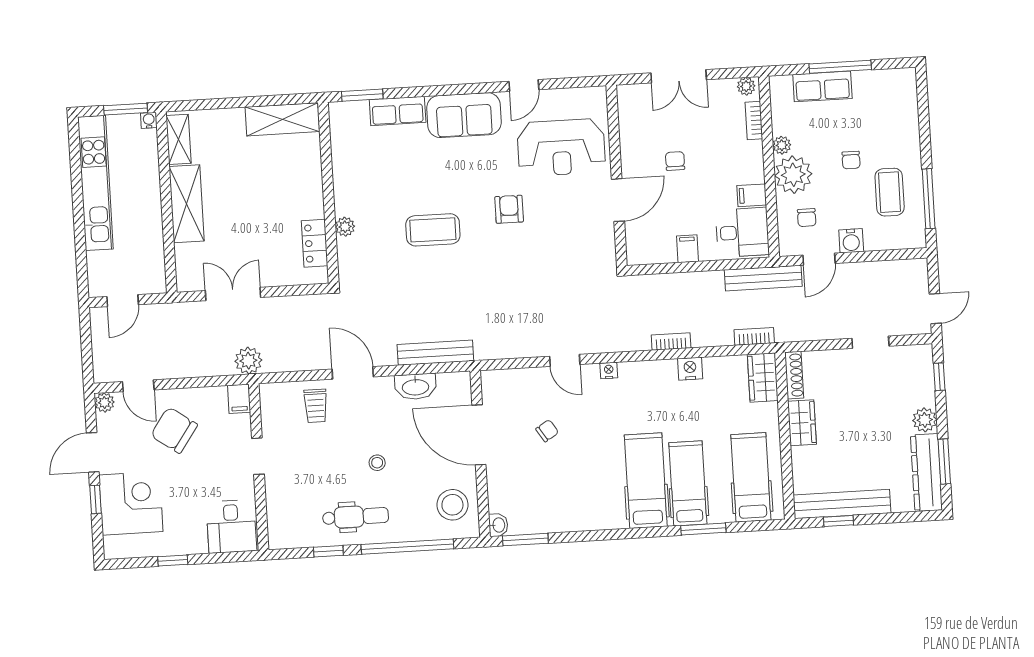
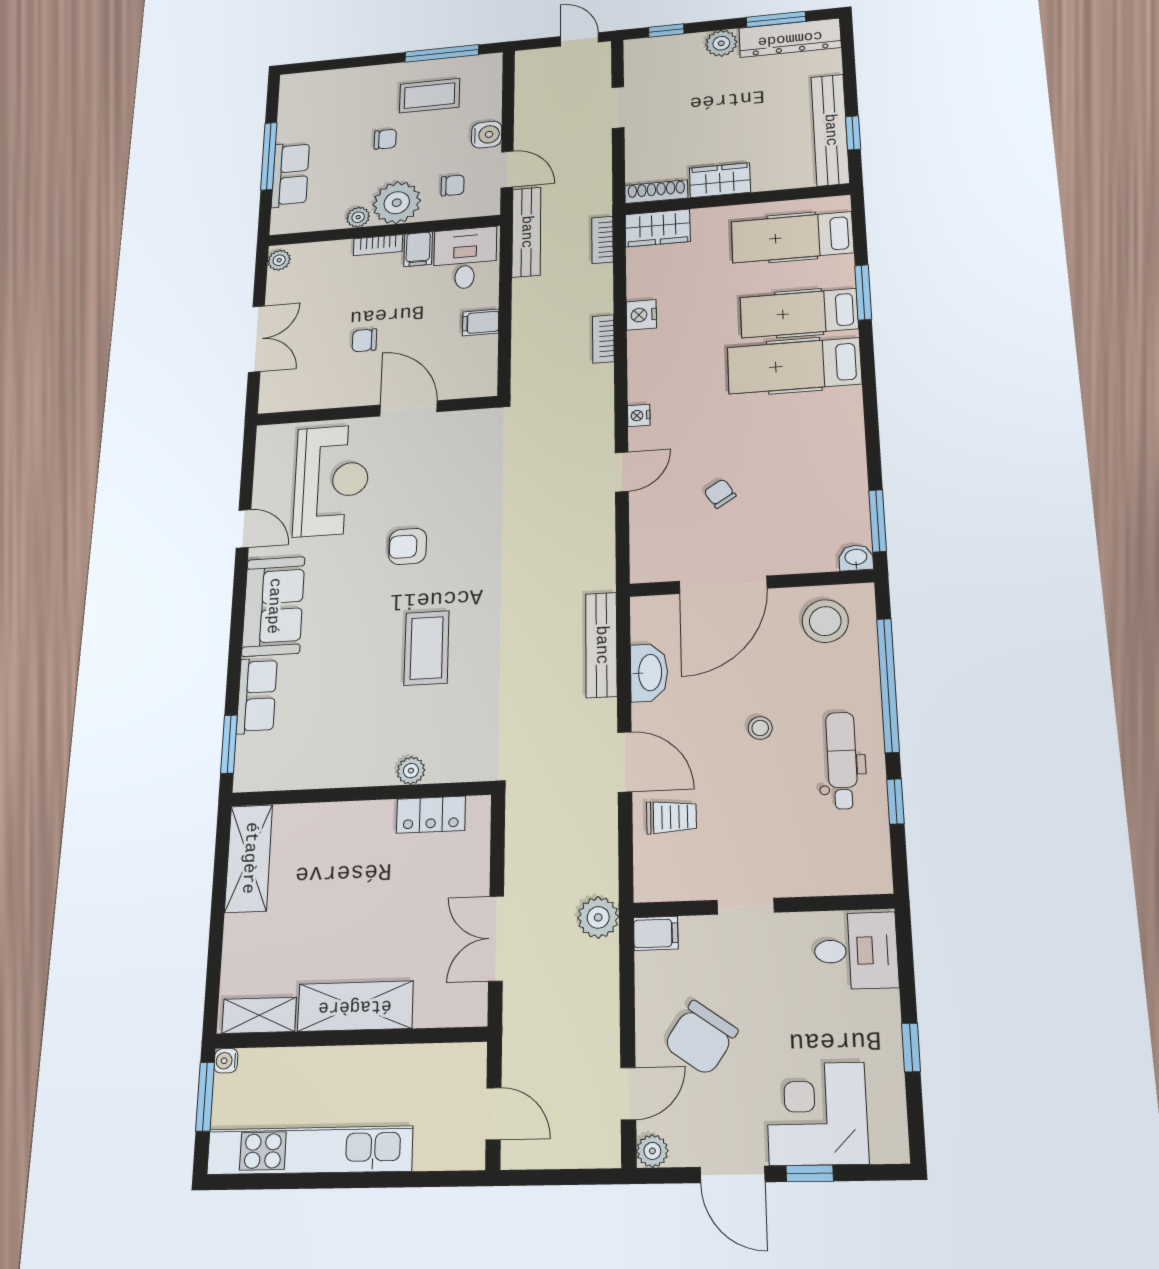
bookcase: (754, 120) -> (378, 245), moved
door: (353, 373) -> (625, 762), swing flipped

